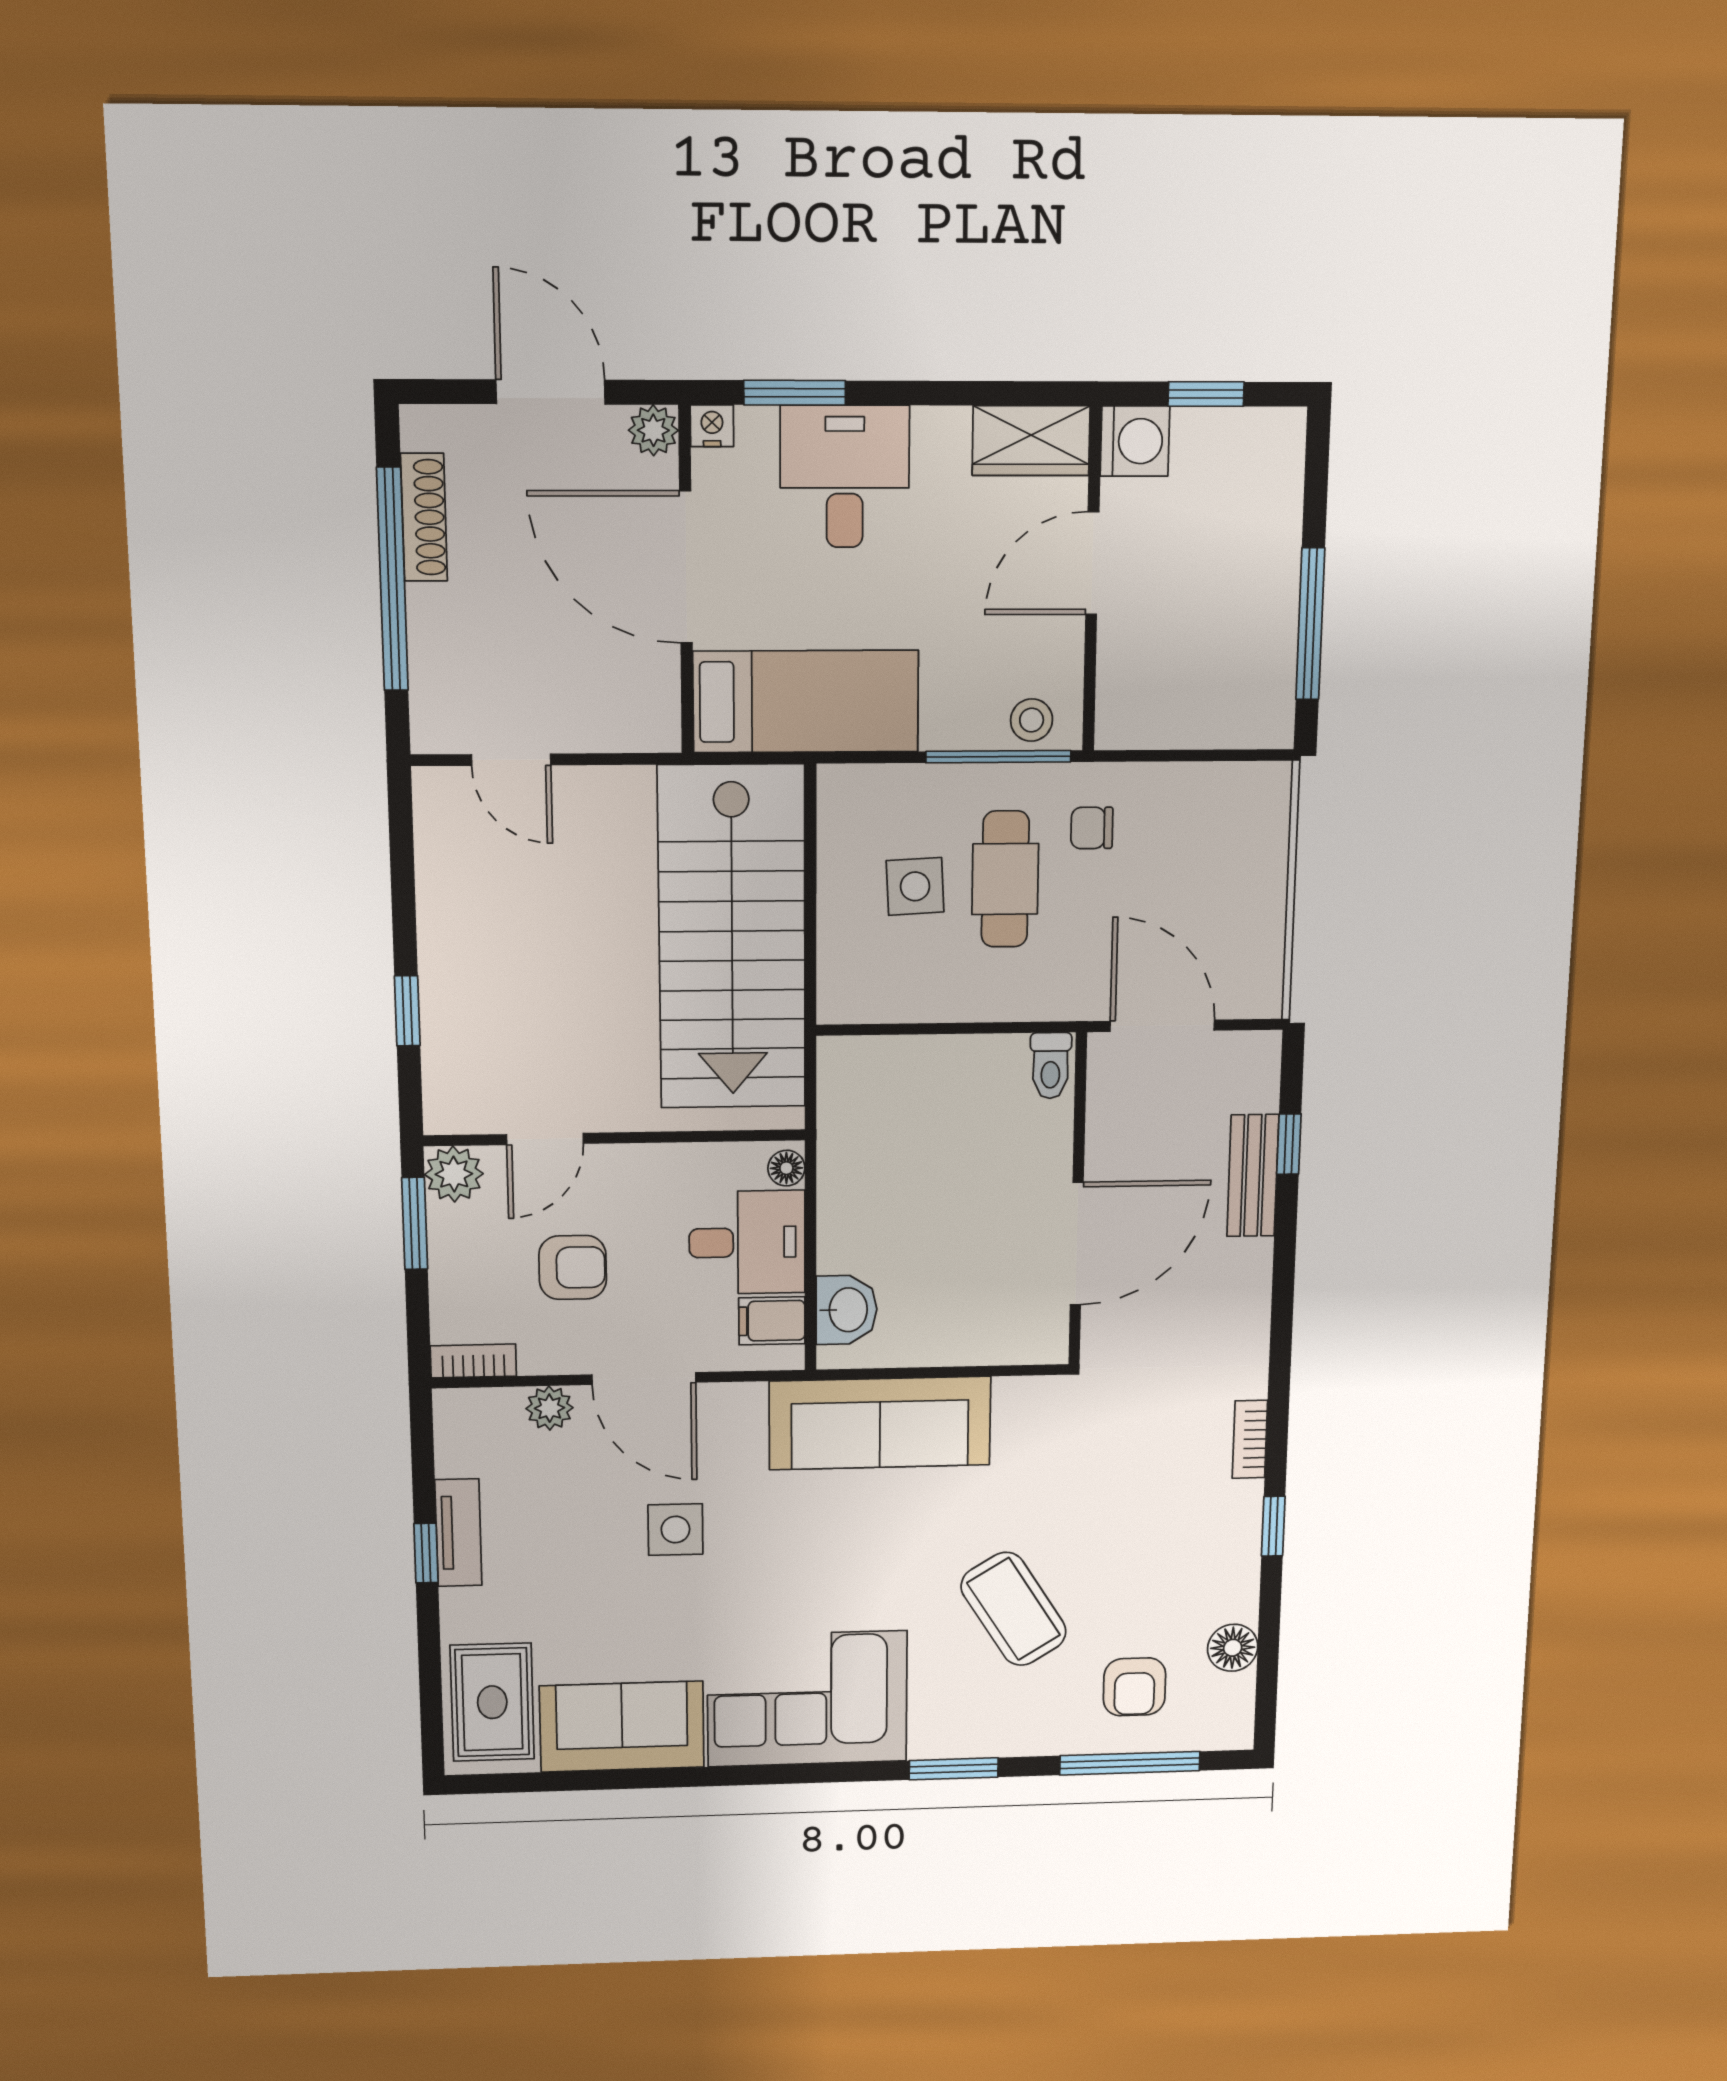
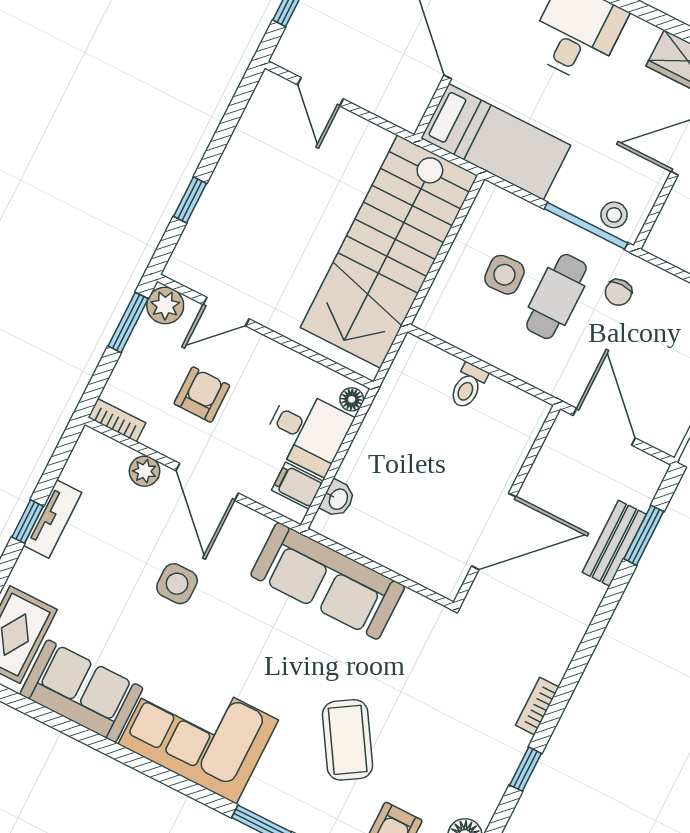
chair: (1092, 828) -> (618, 292), turned -90
toilet: (1051, 1066) -> (468, 386), moved
window: (1289, 1144) -> (644, 535), width x1.50
armchair: (573, 1267) -> (202, 394), turned -90
washbasin: (846, 1310) -> (338, 499), width x0.72, depth x0.69

